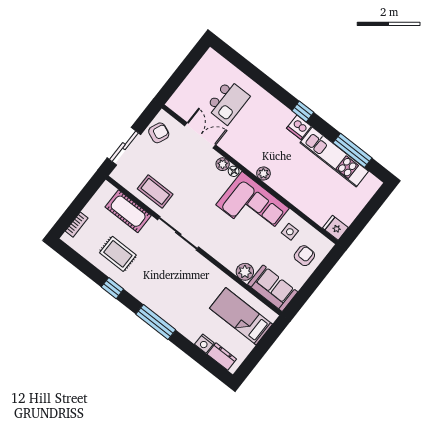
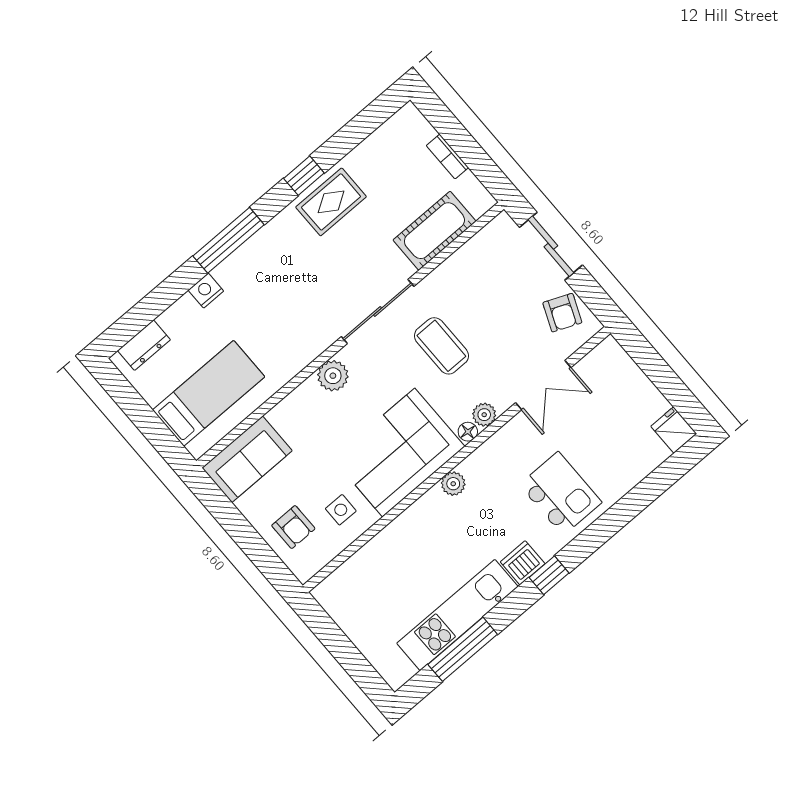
kitchen island: (228, 102) -> (561, 494), moved, turned 180
coffee table: (155, 191) -> (441, 346), moved, turned 90
bookcase: (77, 225) -> (447, 157), moved
fridge: (335, 228) -> (674, 430), moved, turned -90
rug: (118, 254) -> (331, 202), moved
plant: (245, 272) -> (333, 376), moved
nightstand: (204, 344) -> (206, 291), moved

